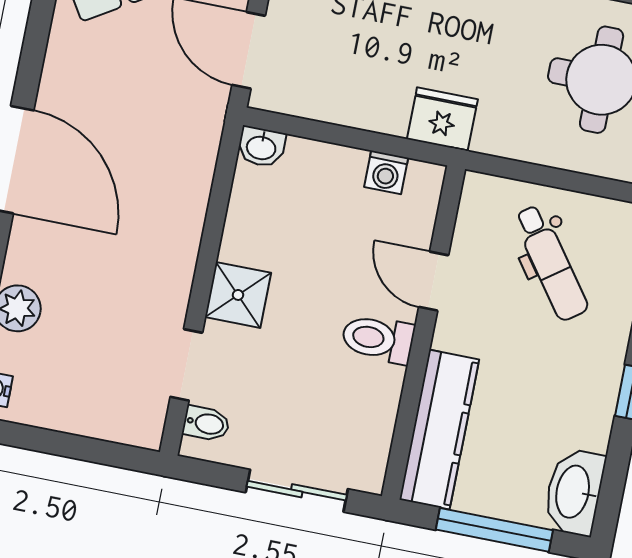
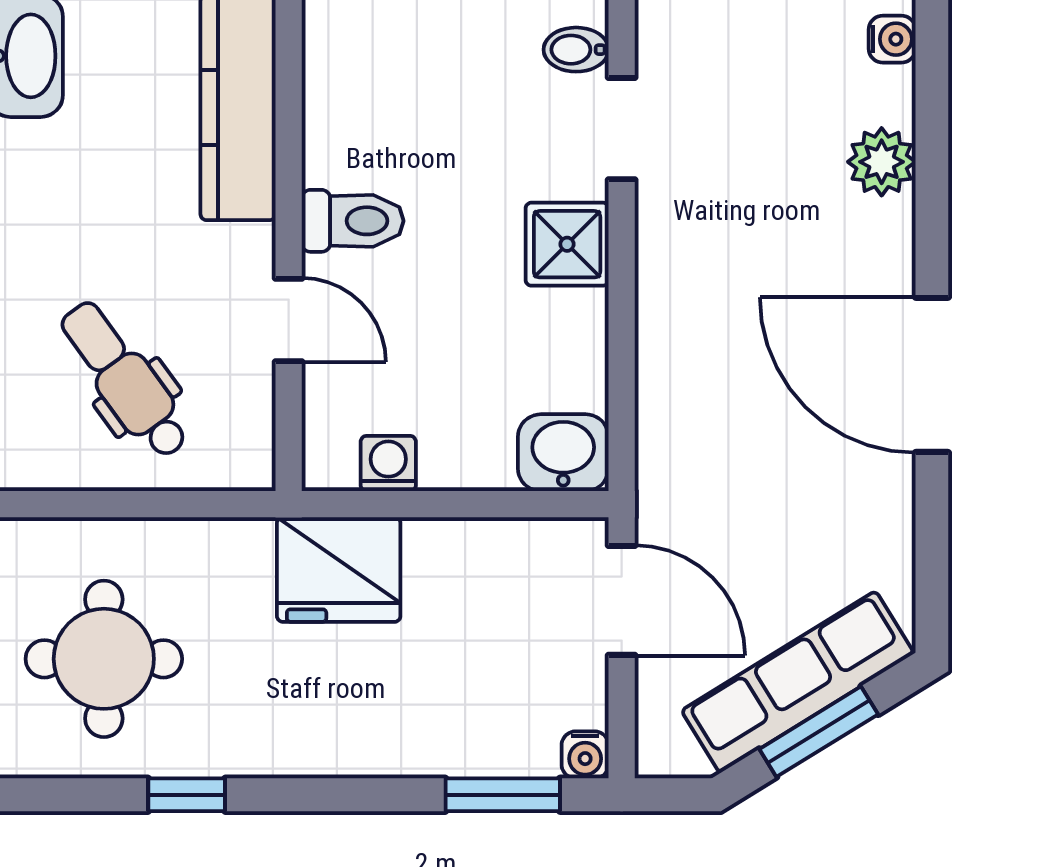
fridge: (442, 119) -> (339, 570), width x1.36, depth x1.34
washbasin: (261, 147) -> (563, 453), width x1.38, depth x1.45

